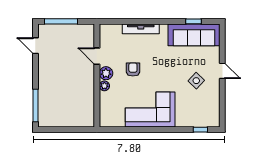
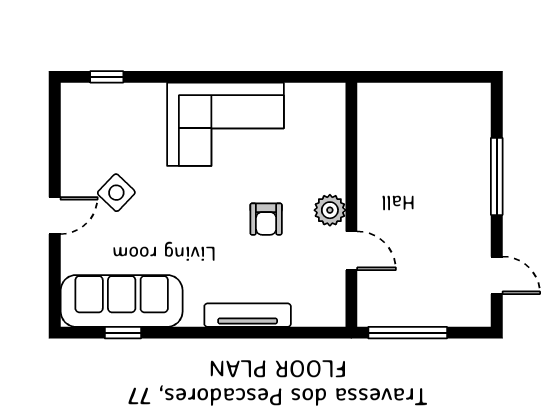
window: (61, 21) -> (408, 333), moved
door: (222, 71) -> (55, 216), swing flipped
plant: (104, 86) -> (334, 180), removed
window: (35, 106) -> (497, 176), moved

